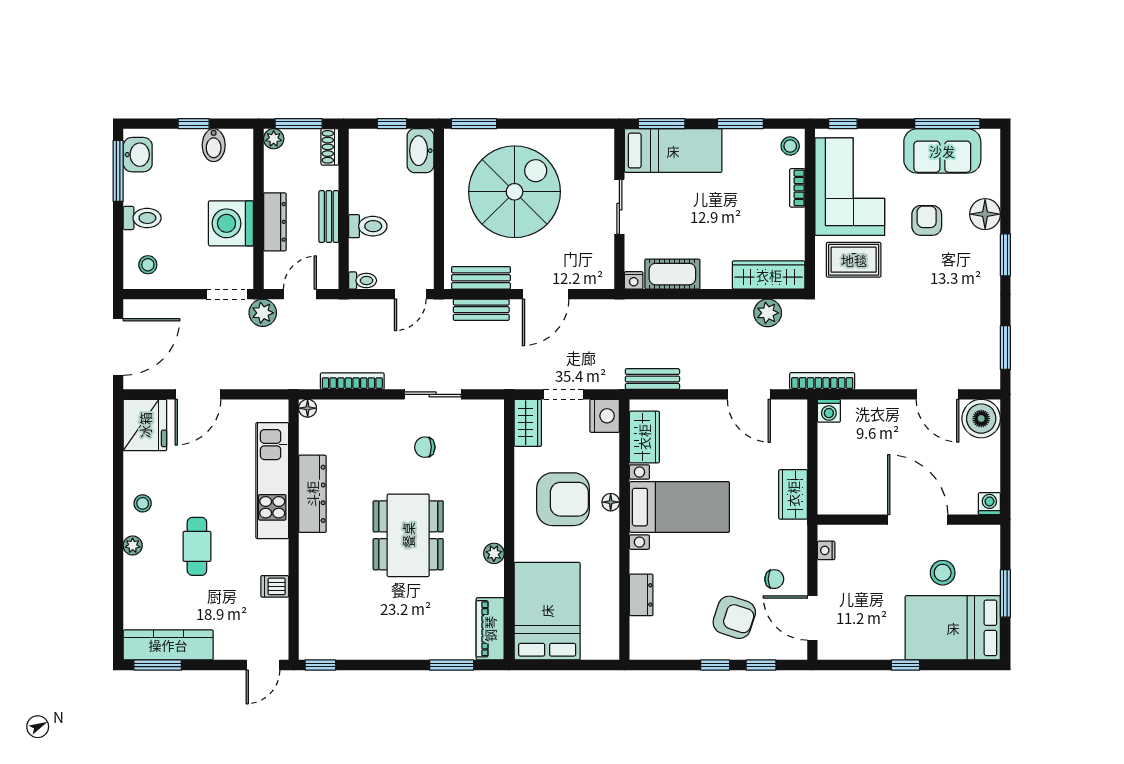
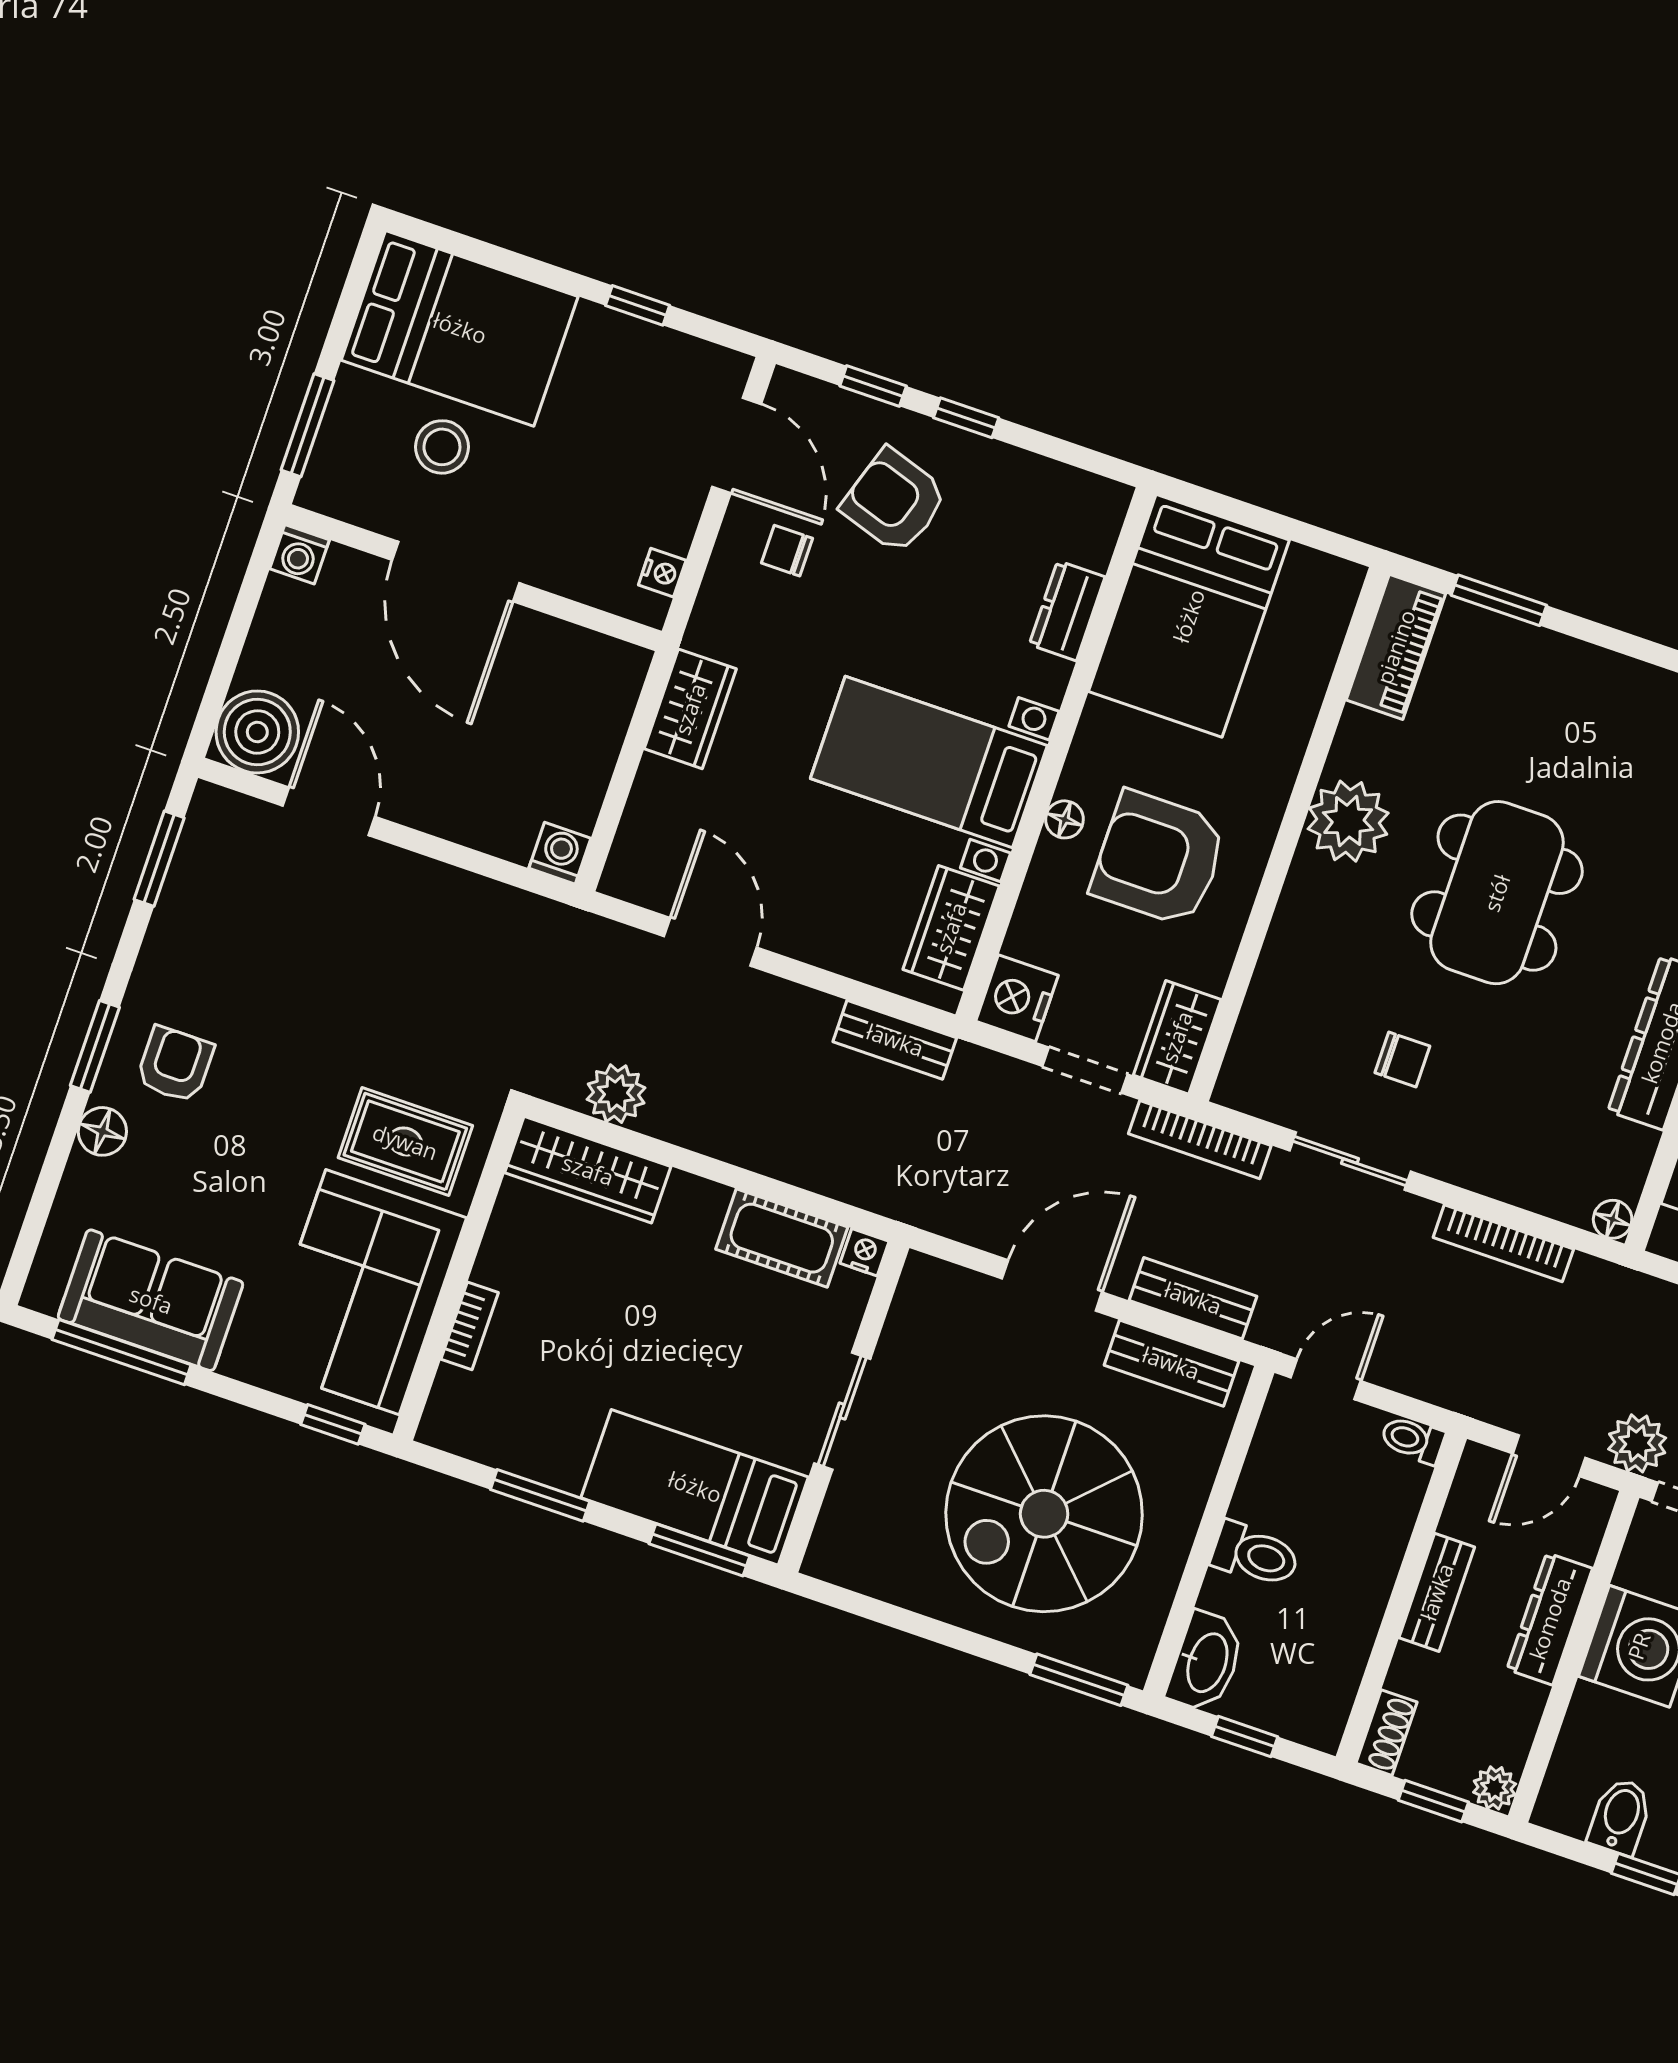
window: (299, 124) -> (1433, 1801), width x0.67
stool: (790, 146) -> (455, 1416), removed
floor lamp: (985, 214) -> (102, 1131), width x0.73, depth x0.73
armchair: (927, 220) -> (175, 1064), moved, turned 180
toilet: (368, 226) -> (1255, 1555), moved, turned 180
bookcase: (822, 381) -> (1200, 1140), moved
plant: (494, 553) -> (1348, 821), width x1.87, depth x1.87
window: (1005, 593) -> (308, 425), moved
bed: (547, 611) -> (1189, 616), moved
window: (905, 665) -> (638, 305), moved

